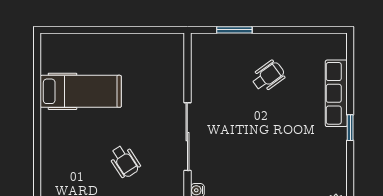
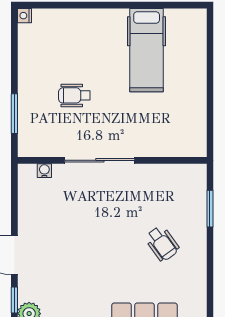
wheelchair: (125, 161) -> (74, 95), turned 33

